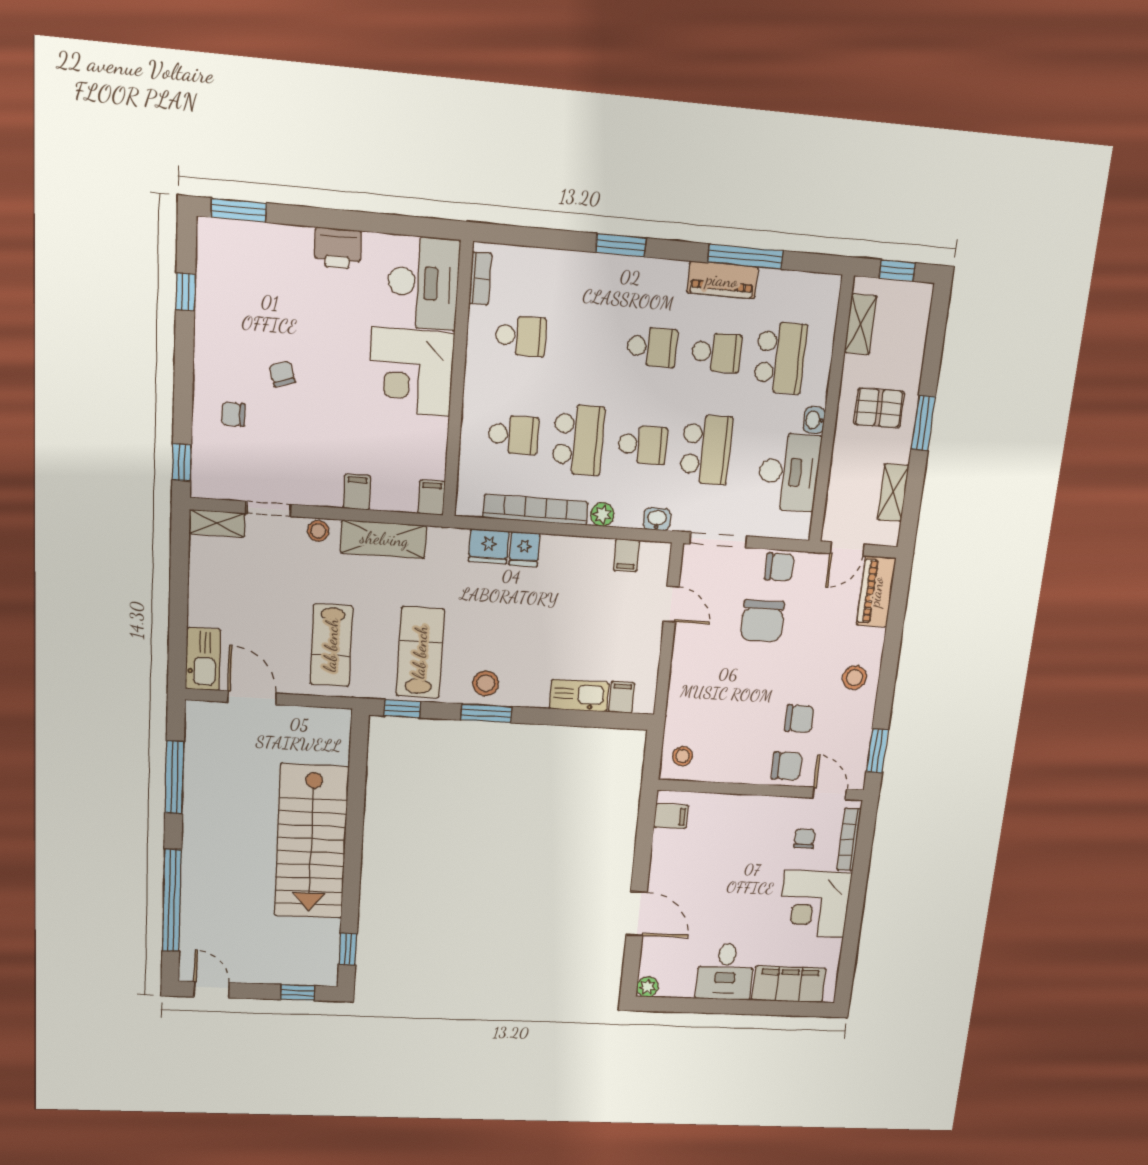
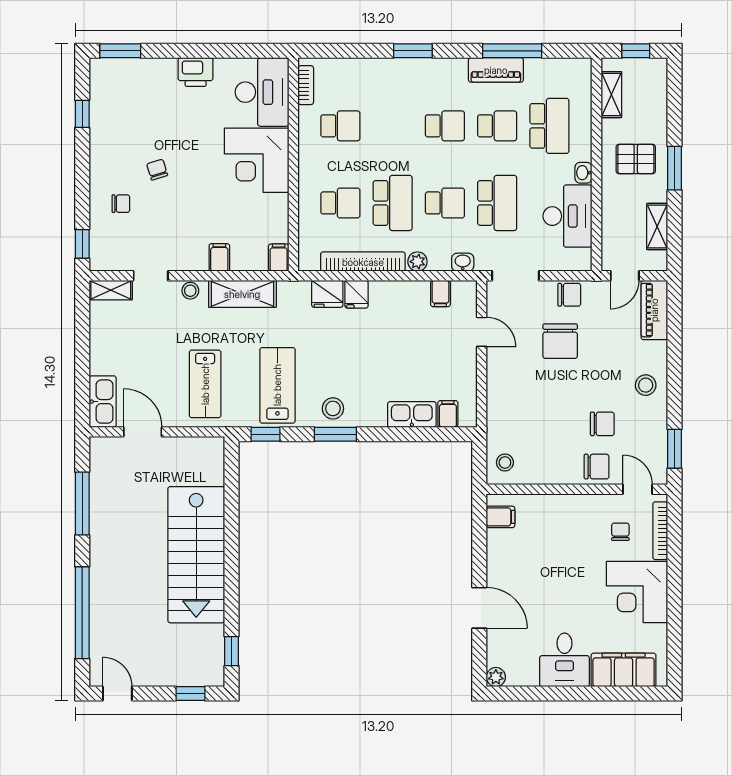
chair: (233, 414) -> (121, 204), turned 180

